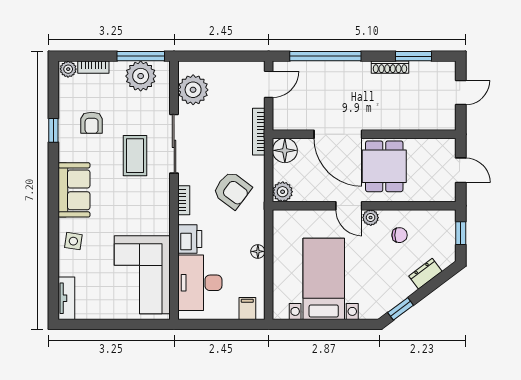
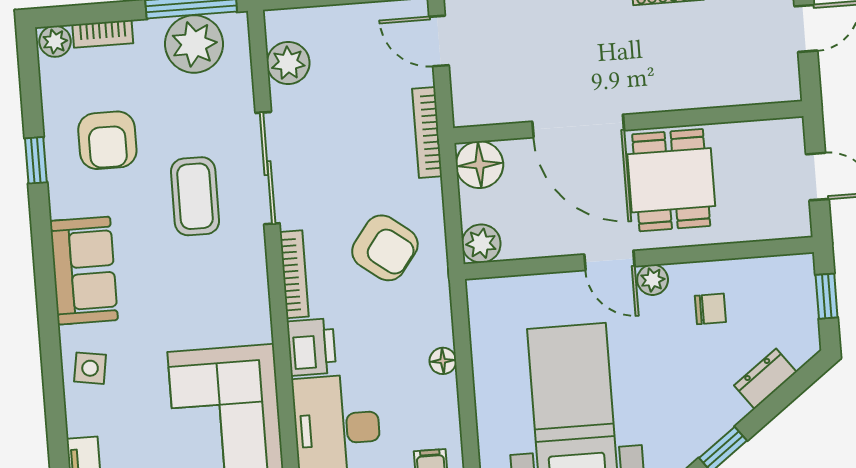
door: (269, 84) -> (439, 41), swing flipped
plant: (193, 90) -> (288, 63), width x0.73, depth x0.73
armchair: (92, 123) -> (107, 140), width x1.38, depth x1.38
bookcase: (184, 200) -> (294, 274), width x1.56

